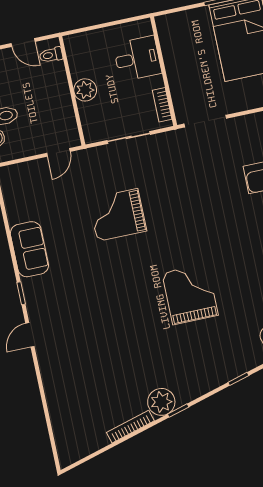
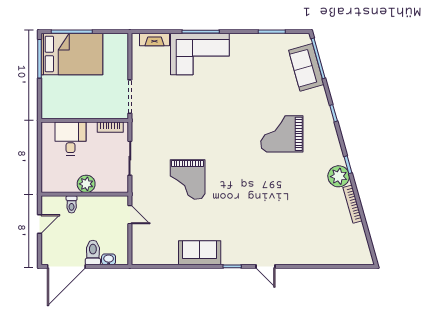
toilet: (51, 55) -> (72, 204), moved
grand piano: (190, 294) -> (282, 134), moved

